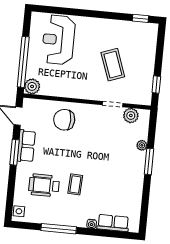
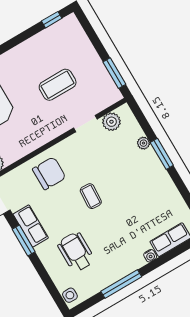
coffee table: (113, 65) -> (58, 85), turned -70
window: (156, 84) -> (114, 73), width x1.50
chair: (64, 120) -> (49, 173), turned 180
coffee table: (75, 184) -> (91, 196), moved
wheelchair: (44, 185) -> (76, 252), turned 90

